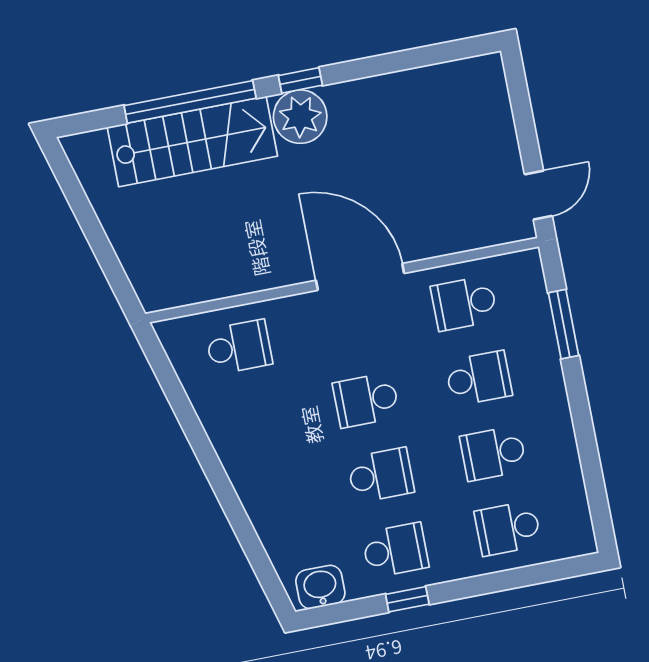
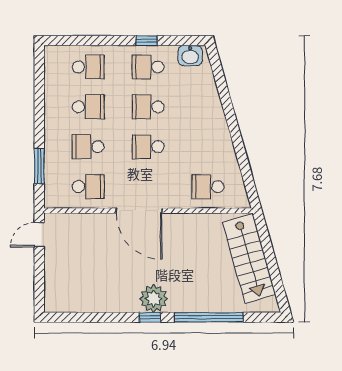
stairs: (192, 142) -> (249, 258), moved, turned -106
school desk: (366, 400) -> (148, 147), turned 180

